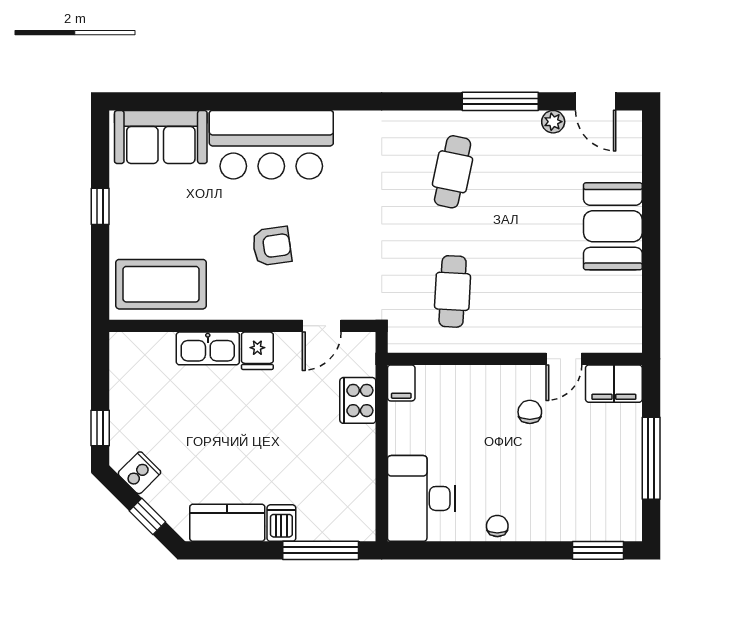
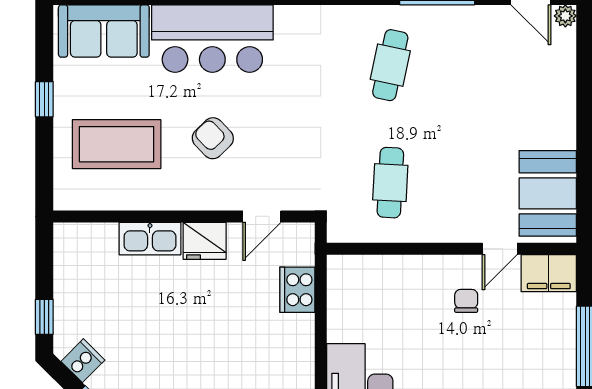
plant: (553, 122) -> (565, 16), moved
booth: (613, 226) -> (548, 193), moved
armchair: (272, 246) -> (213, 138), turned -126
coffee table: (161, 284) -> (117, 144), moved
fridge: (257, 351) -> (205, 241), width x1.38
filing cabinet: (401, 383) -> (340, 273), removed

